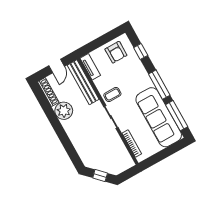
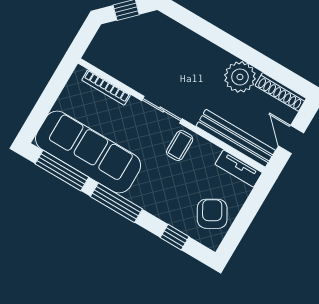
armchair: (116, 52) -> (212, 214), turned 60

